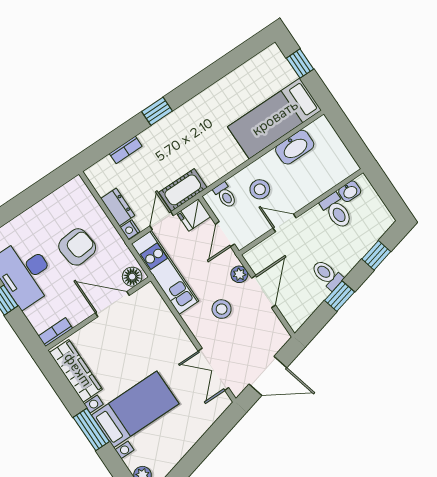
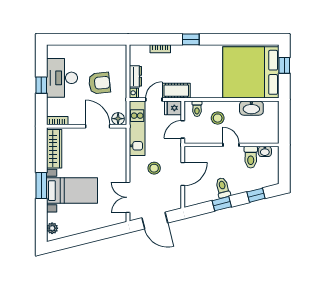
bed: (275, 118) -> (251, 72), width x2.04
door: (285, 223) -> (231, 145), moved
plant: (239, 274) -> (176, 156), removed

